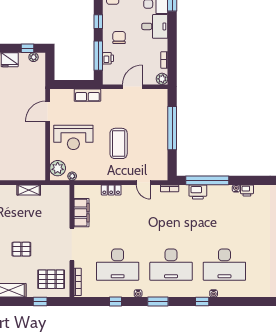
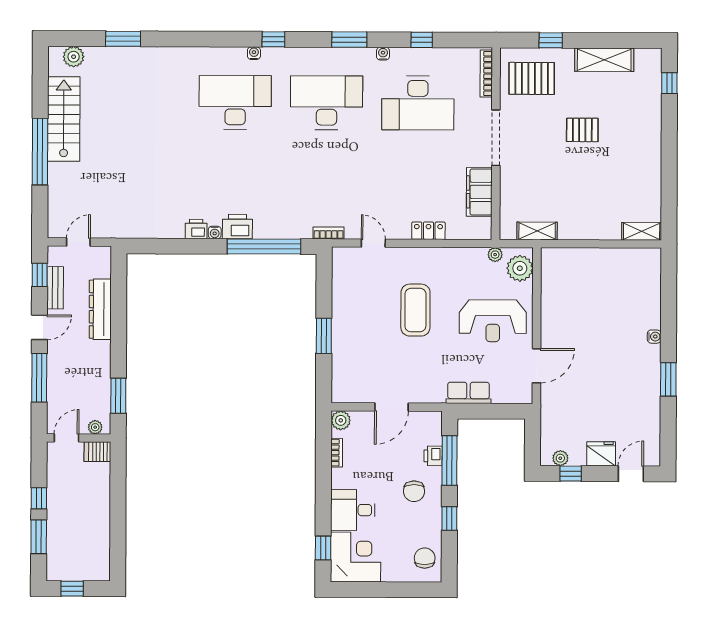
window: (172, 128) -> (324, 336), width x0.47
reception desk: (73, 137) -> (493, 321), turned 180
shelving: (29, 190) -> (537, 231), moved
printer: (198, 192) -> (237, 227), moved
desk: (118, 265) -> (418, 103), turned 180

